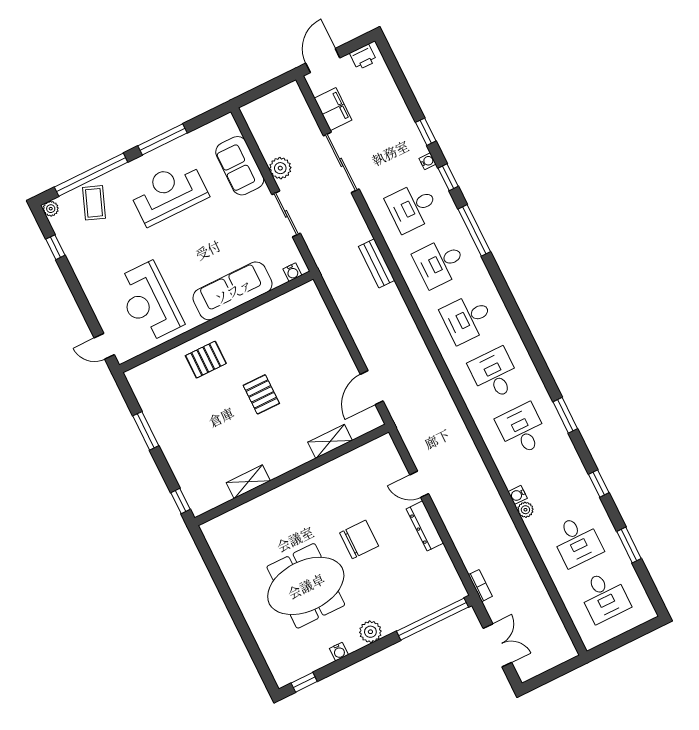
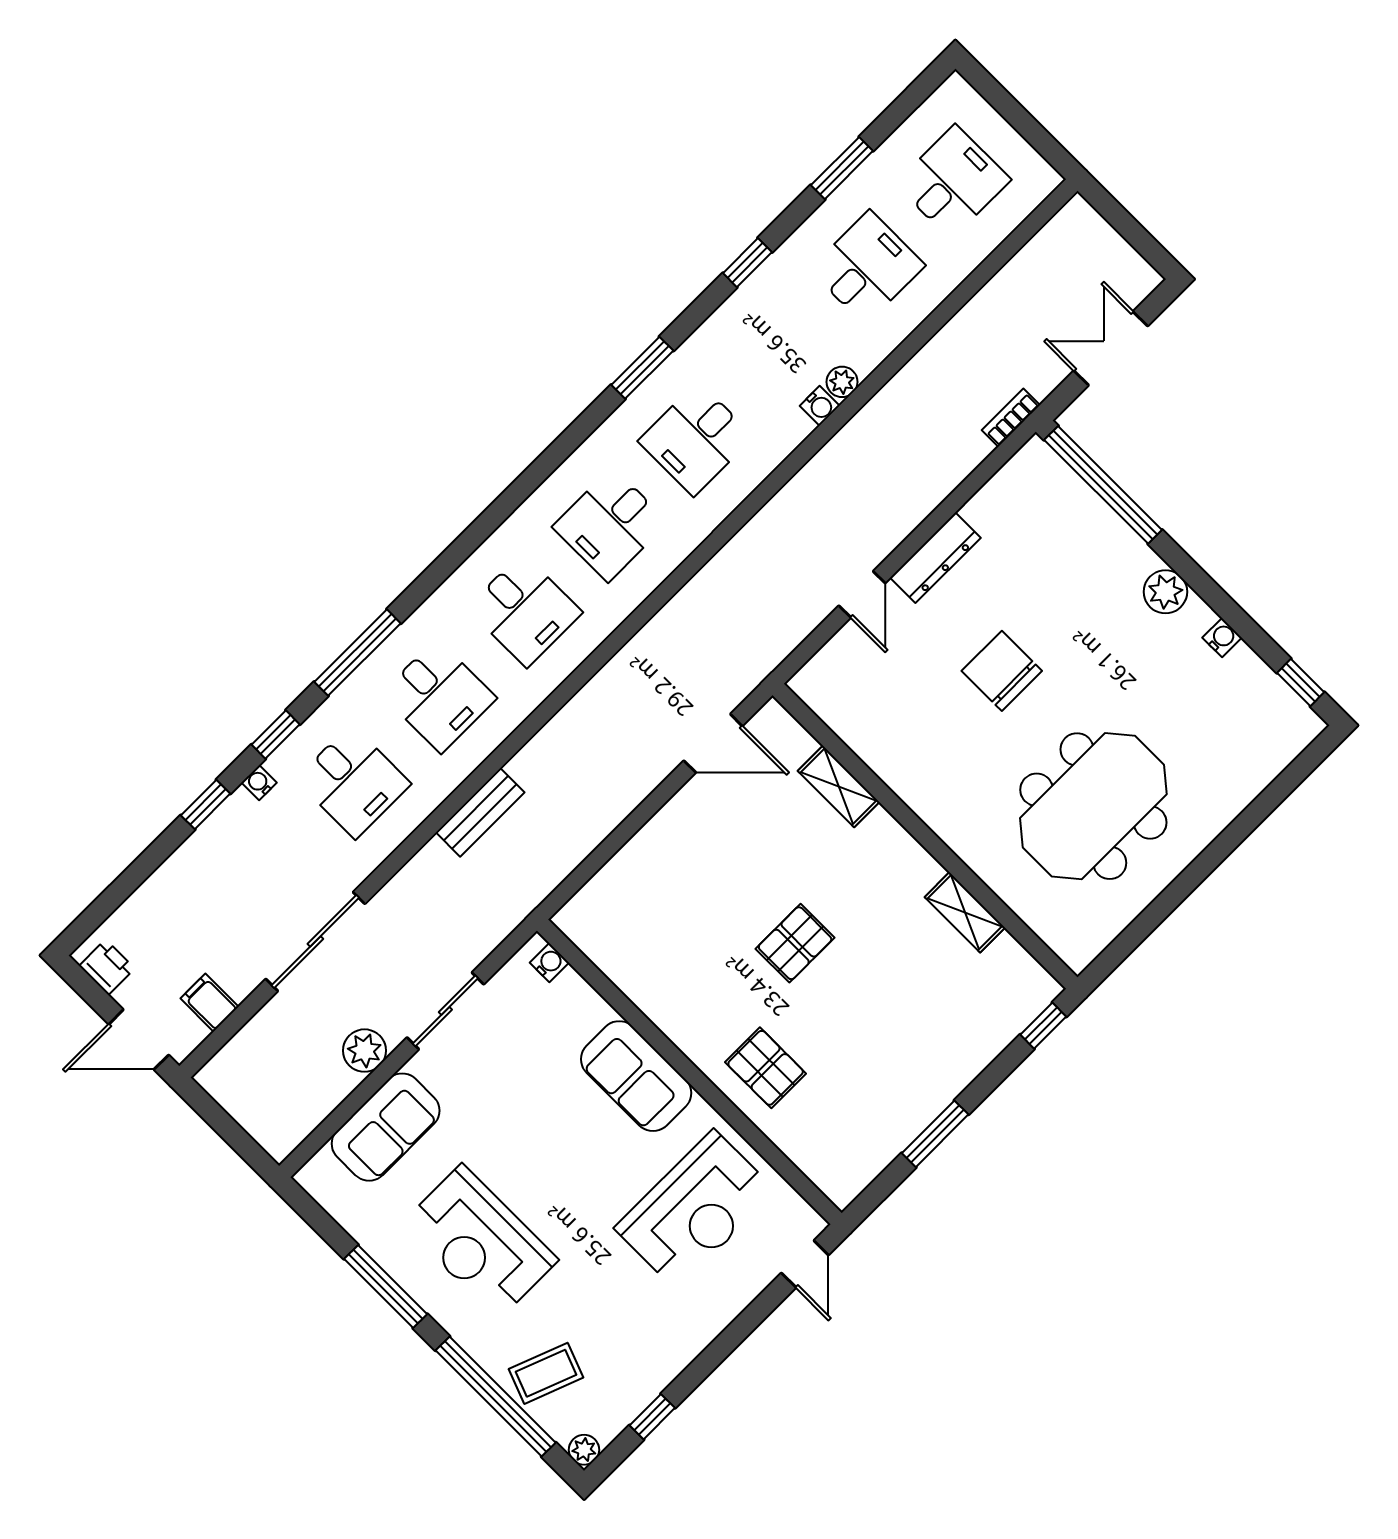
filing cabinet: (333, 109) -> (210, 1003), width x0.50
sofa: (233, 291) -> (636, 1076), width x0.73
meeting table: (306, 586) -> (1093, 806), moved, turned 90

